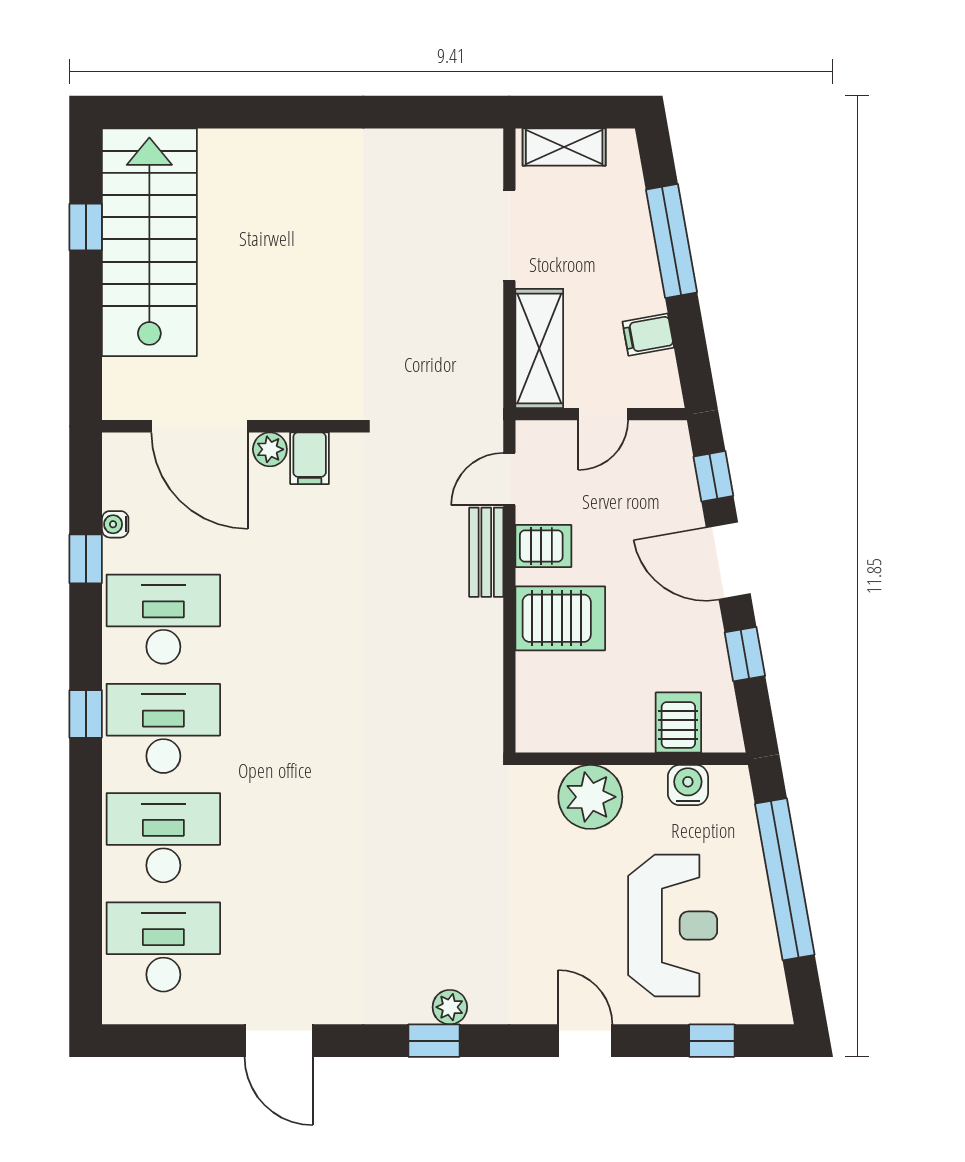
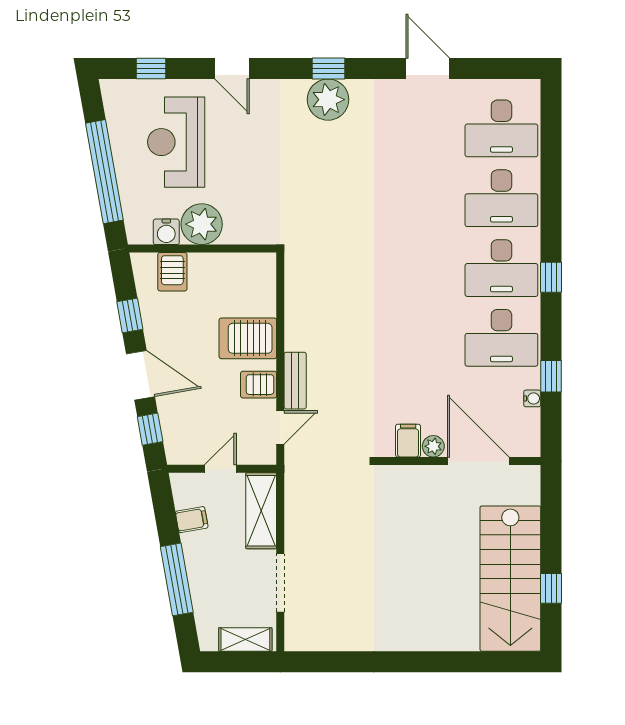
plant: (590, 797) -> (202, 224), moved
plant: (450, 1007) -> (328, 100), width x1.88, depth x1.88

